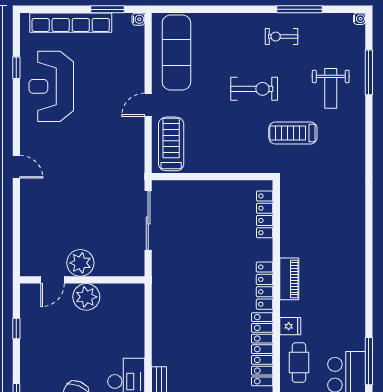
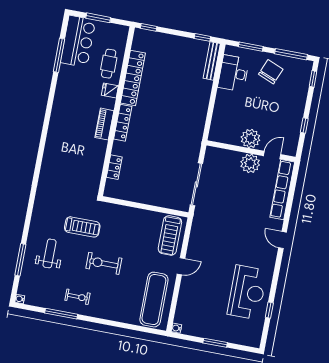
window: (107, 9) -> (215, 343), moved
row of seats: (71, 23) -> (282, 190), moved, turned -90
locker: (265, 214) -> (114, 167), width x0.66

